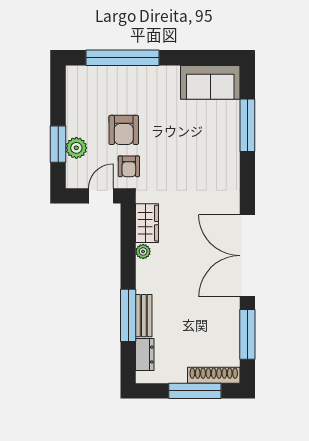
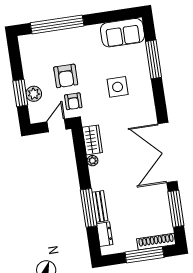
side table: (192, 156) -> (118, 87), added

